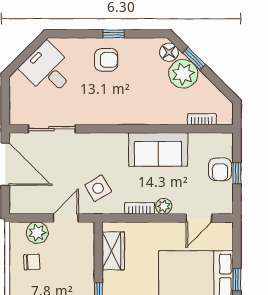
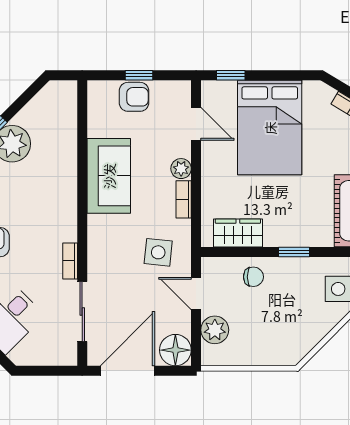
bookcase: (202, 119) -> (70, 261), moved
side table: (98, 188) -> (158, 252), turned 37
floor lamp: (21, 202) -> (175, 350), added
chair: (32, 262) -> (253, 277), moved, turned 93
window: (237, 280) -> (231, 75), moved

